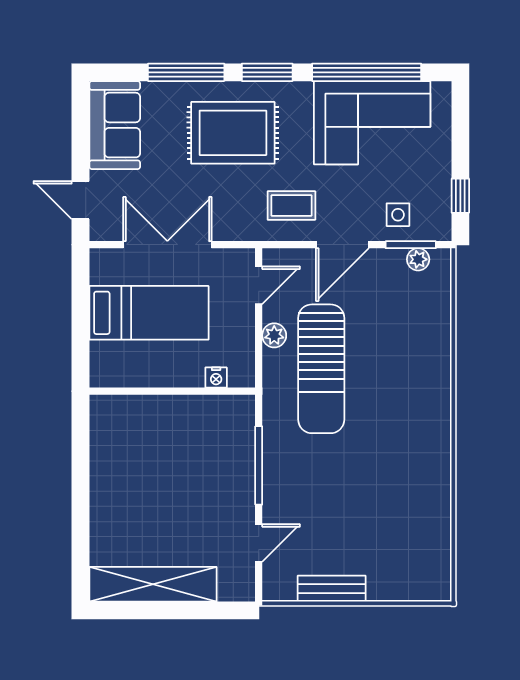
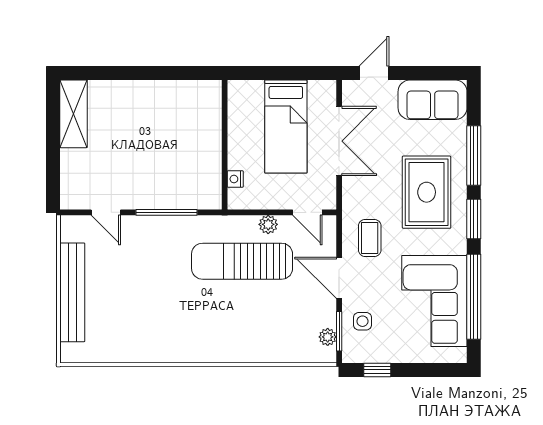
shelving: (153, 584) -> (74, 114), width x0.68
bench: (332, 589) -> (72, 292), width x1.86, depth x1.21

